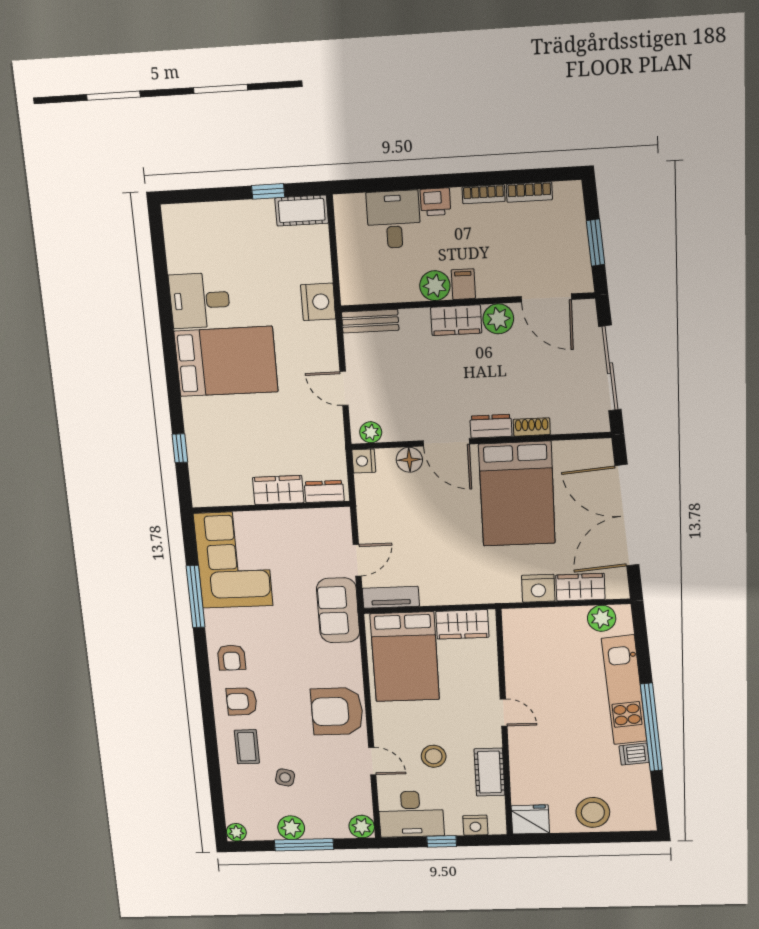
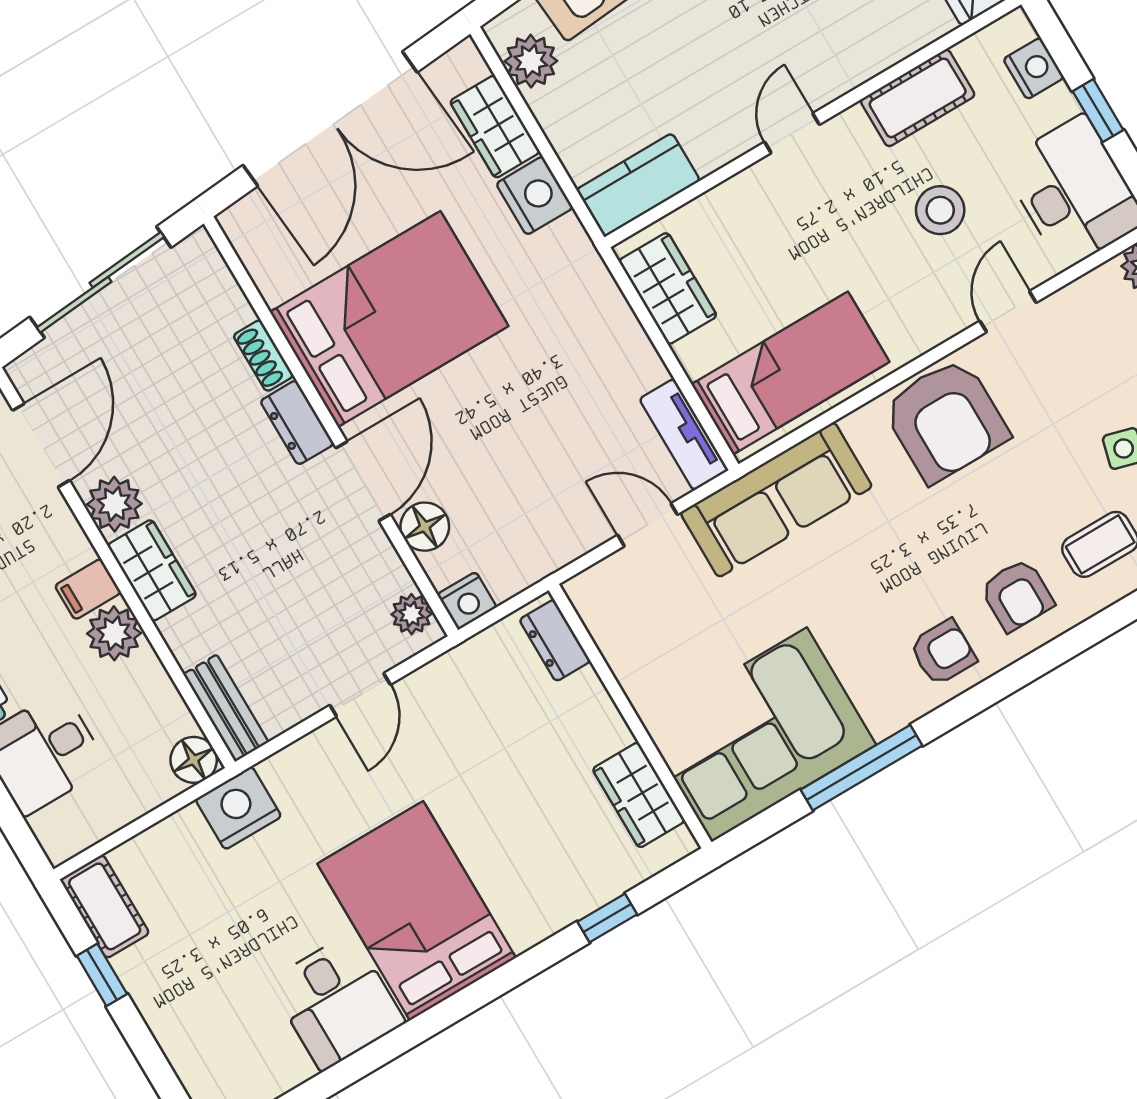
floor lamp: (353, 292) -> (194, 760), added
wardrobe: (278, 490) -> (639, 795), moved
sofa: (338, 610) -> (776, 500), width x1.36
kitchen counter: (517, 636) -> (638, 185), added
bed: (405, 657) -> (790, 373), width x0.67

